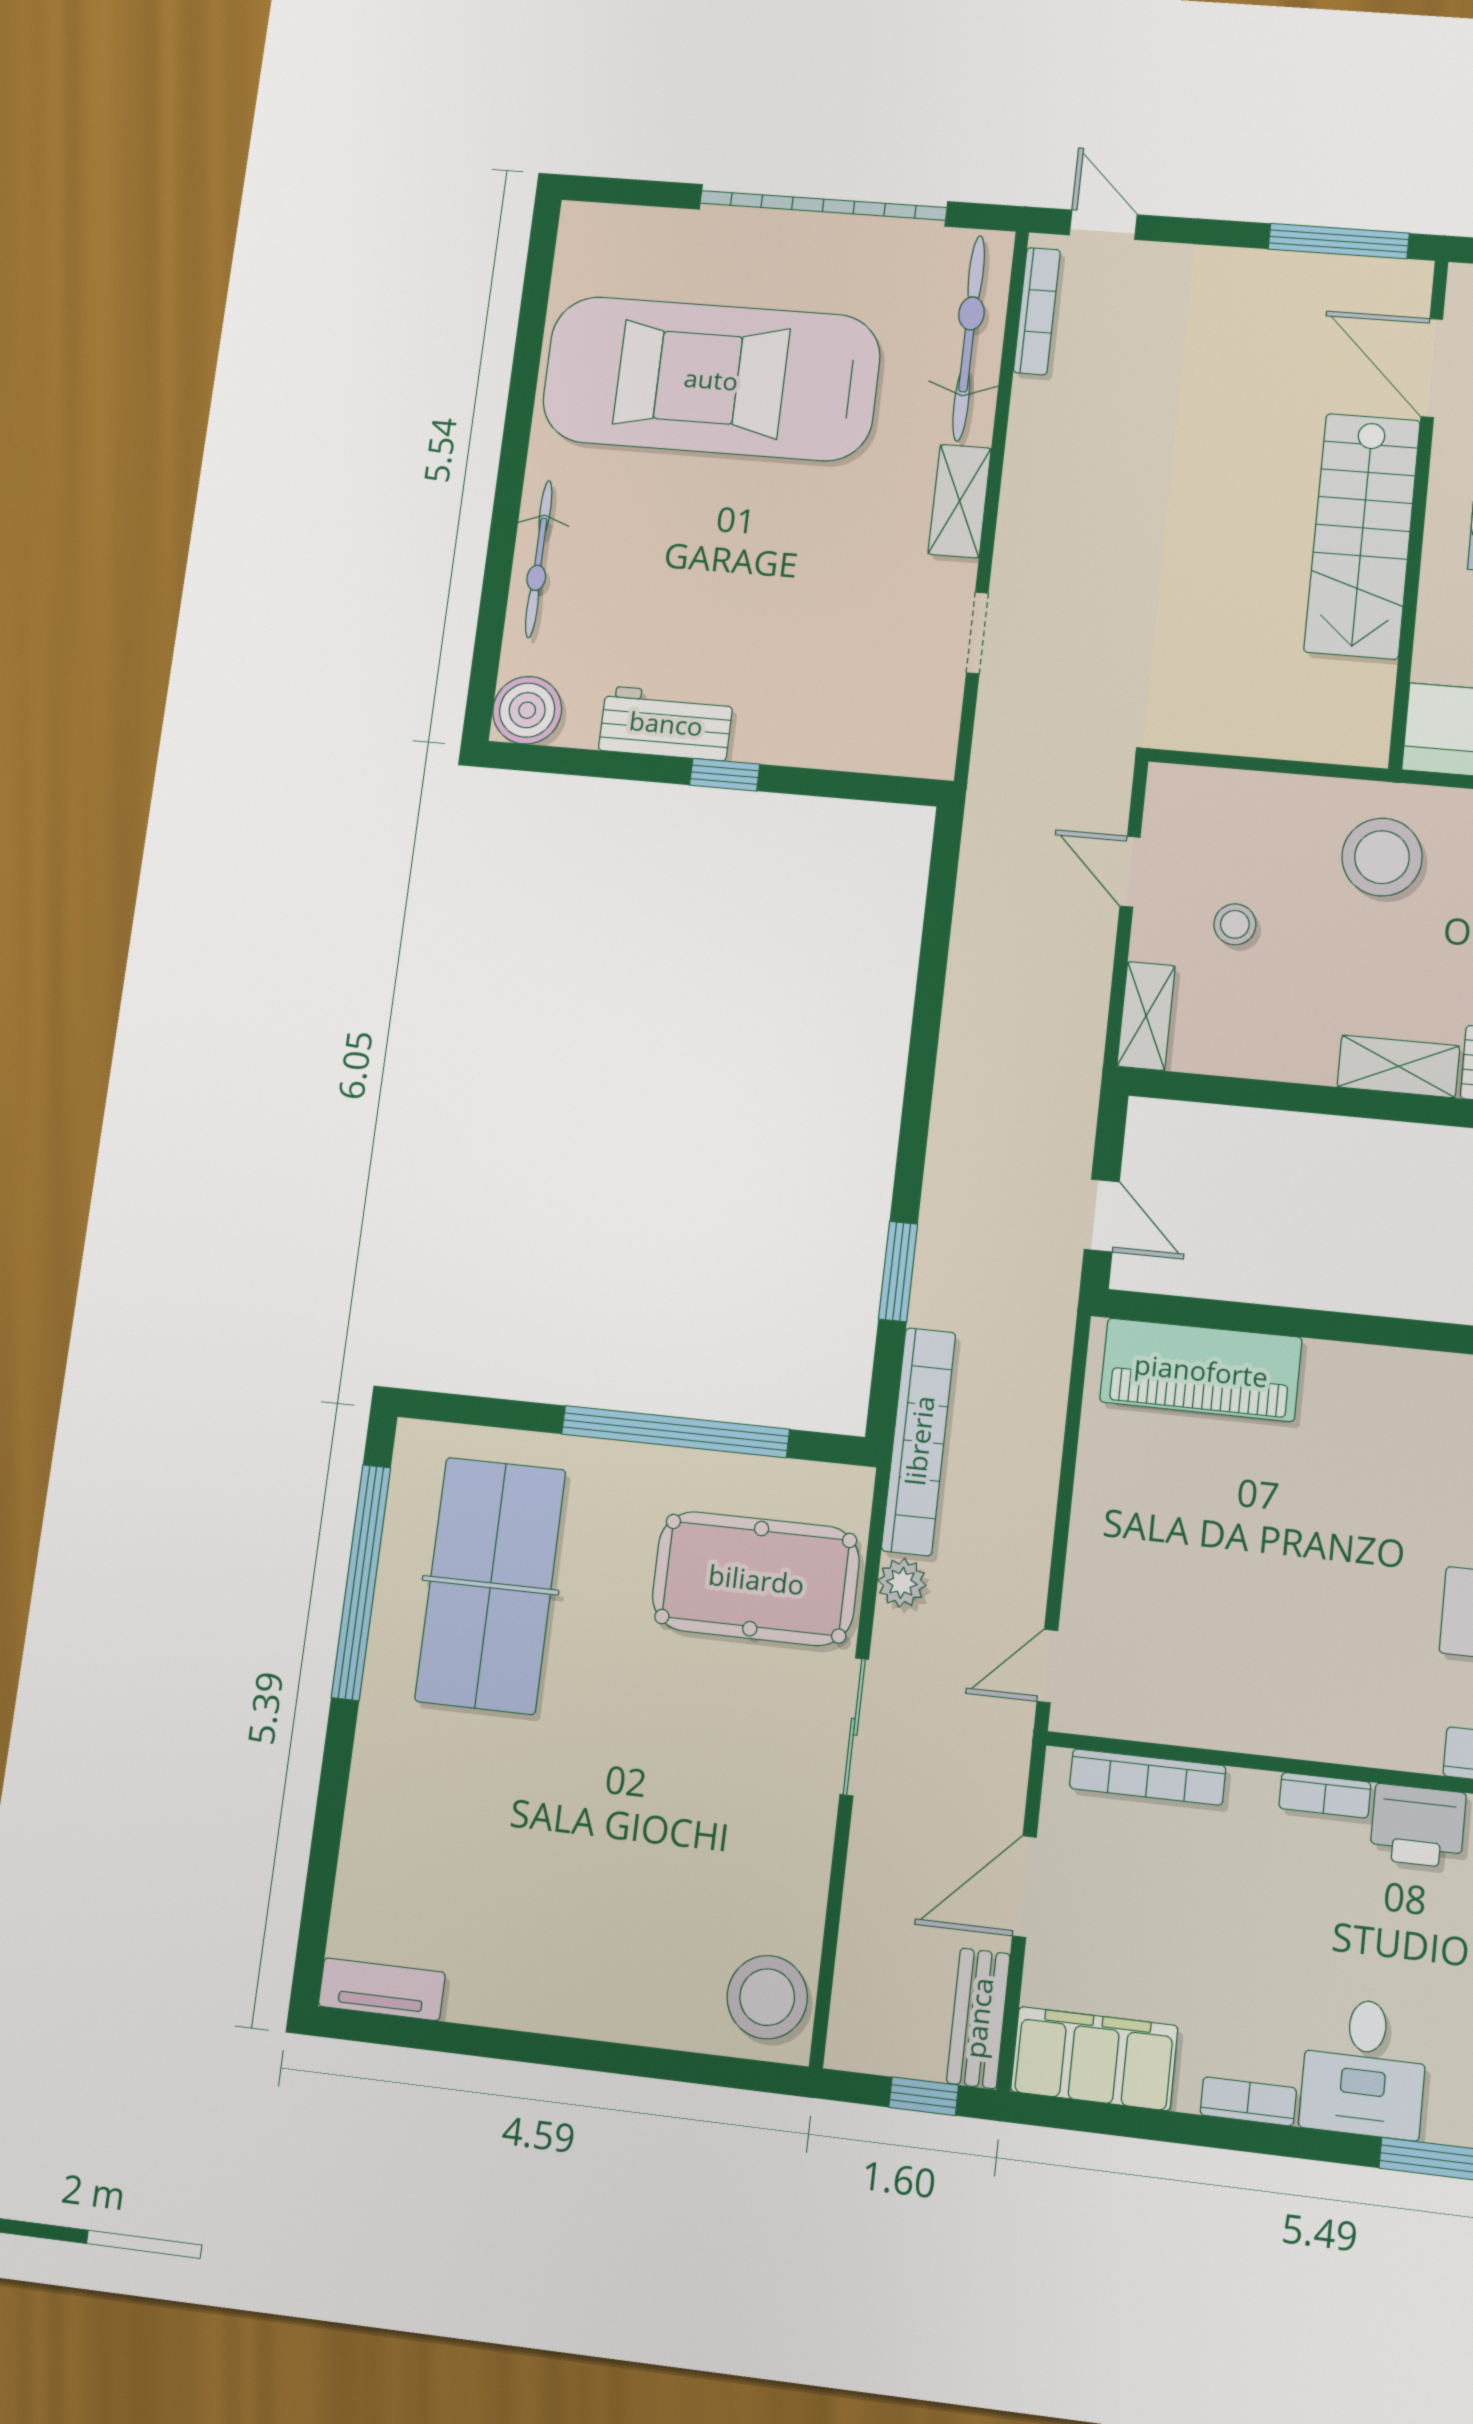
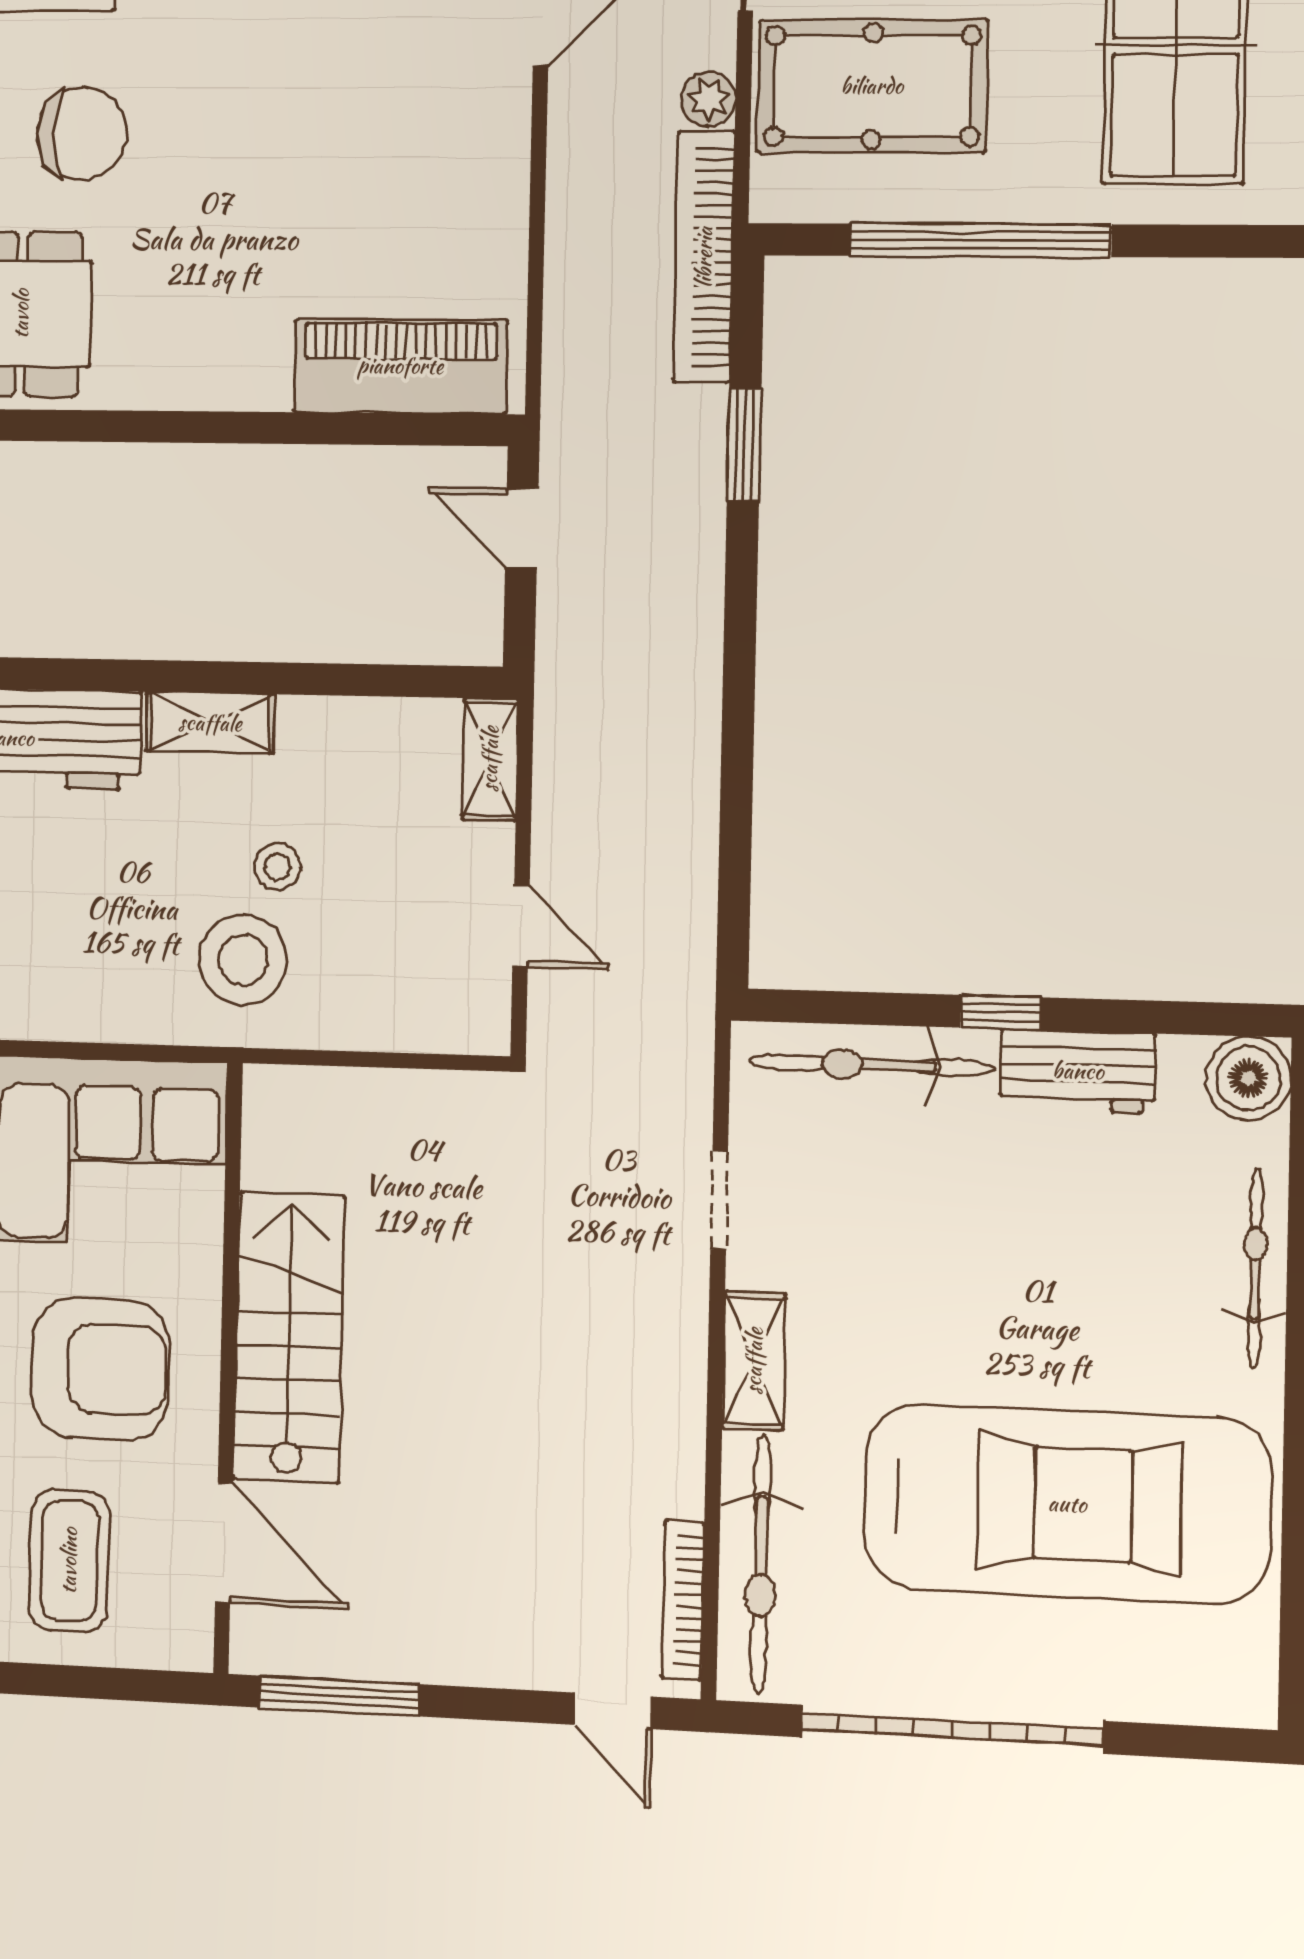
bicycle: (837, 738) -> (872, 1065), added
stool: (1235, 924) -> (277, 867), moved

